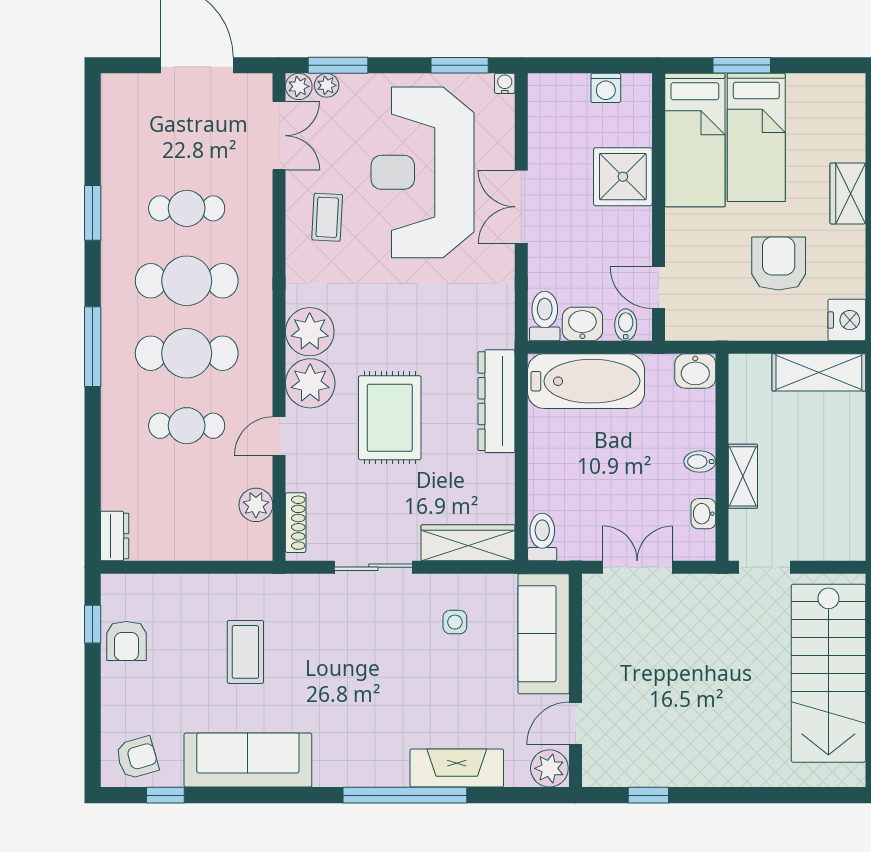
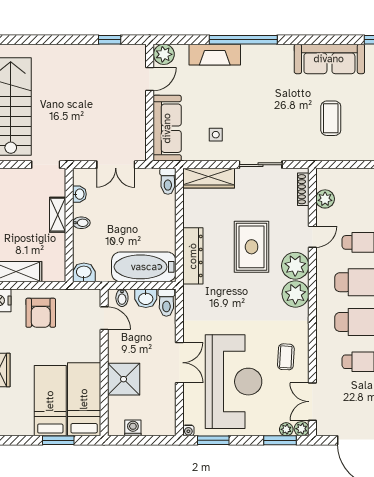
armchair: (779, 263) -> (41, 313), moved

